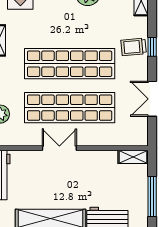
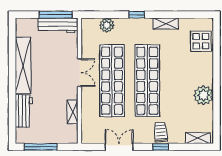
shelving: (133, 157) -> (73, 112), moved

